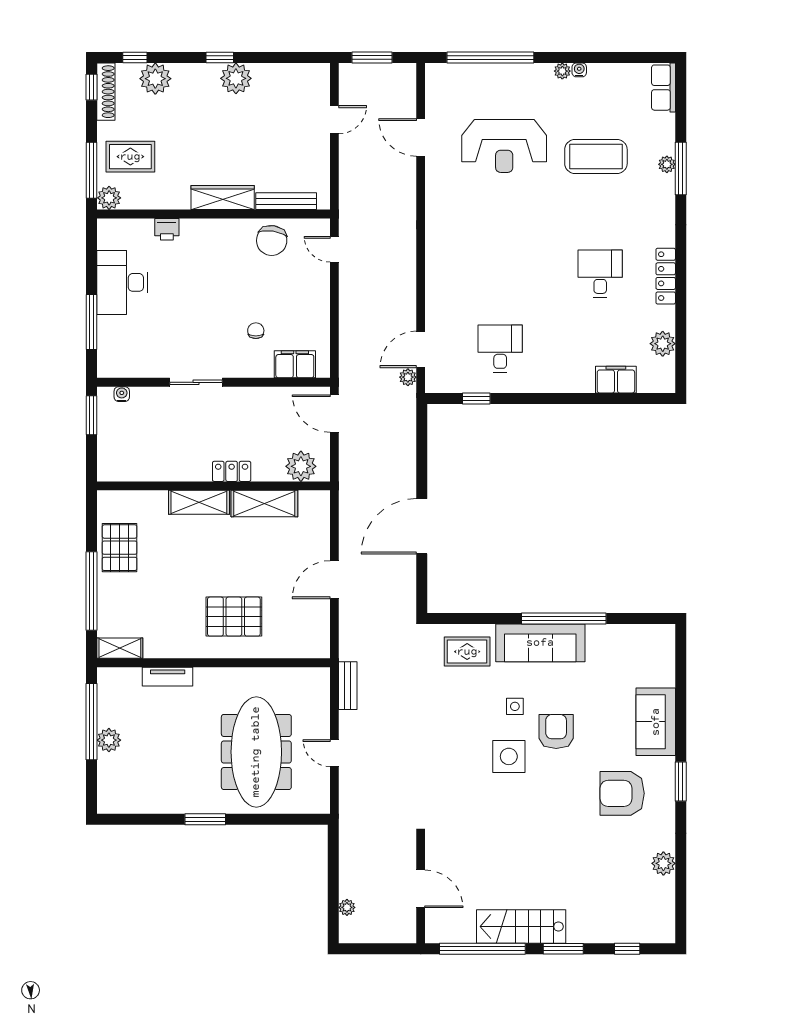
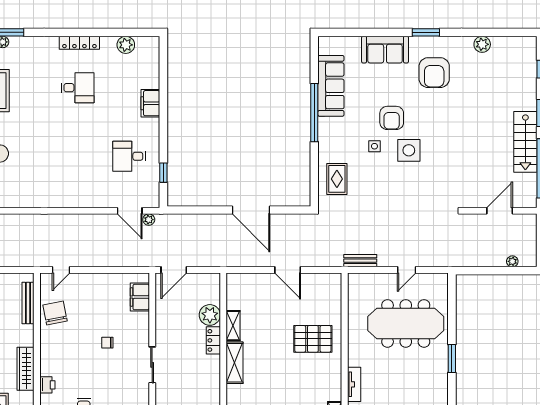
wardrobe: (223, 197) -> (25, 369), moved
chair: (272, 241) -> (55, 313), turned -110
desk: (600, 274) -> (78, 88), turned 180
chair: (256, 331) -> (107, 343), moved
filing cabinet: (616, 380) -> (150, 103), moved
plant: (301, 466) -> (210, 315), moved
shelving: (264, 503) -> (233, 326), width x0.67, depth x0.75
pallet: (234, 617) -> (313, 339), turned 90
sofa: (540, 643) -> (331, 86), moved
armchair: (556, 731) -> (392, 118), turned -90

